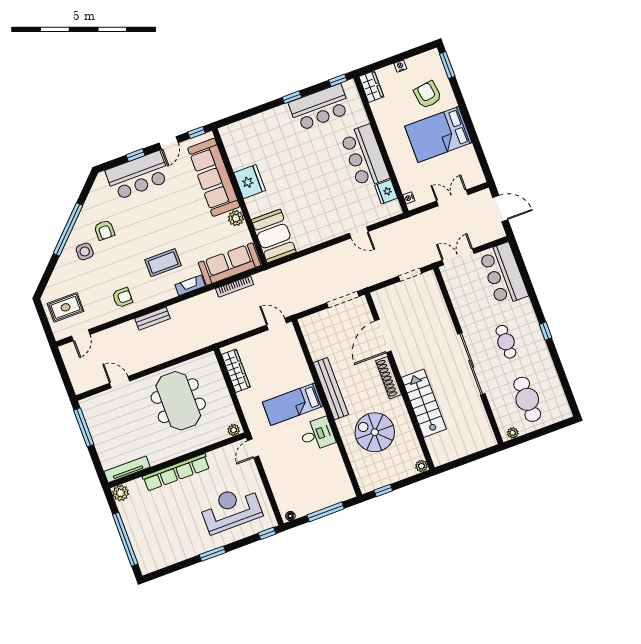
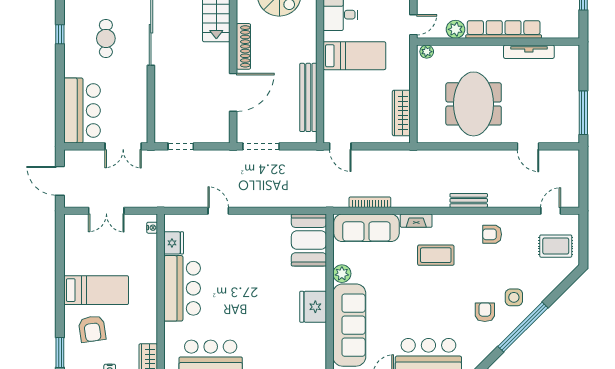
bed: (438, 134) -> (96, 290), width x0.67
bench: (331, 389) -> (308, 97), moved
tv unit: (127, 469) -> (529, 52), moved
plant: (121, 493) -> (456, 29), moved

